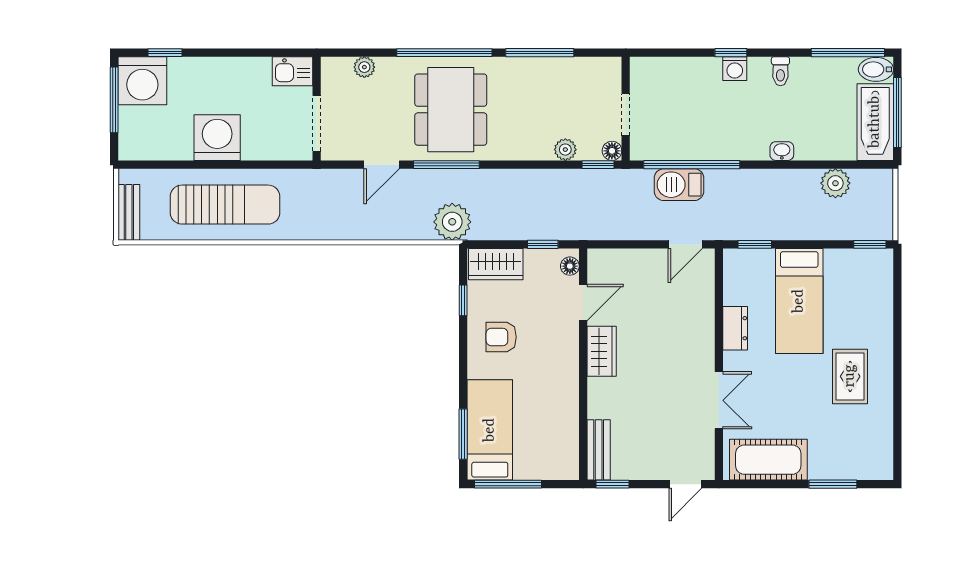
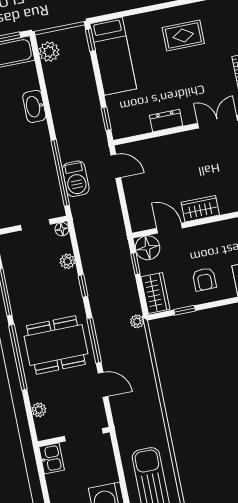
washbasin: (782, 151) -> (34, 106), width x1.91, depth x1.45
window: (598, 165) -> (83, 286), moved
plant: (835, 183) -> (49, 52), moved
plant: (452, 222) -> (137, 321), width x0.53, depth x0.53
floor lamp: (570, 266) -> (148, 248), width x1.89, depth x1.89
bed: (799, 301) -> (113, 56), moved, turned 90

